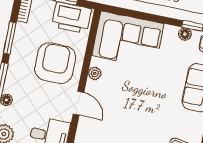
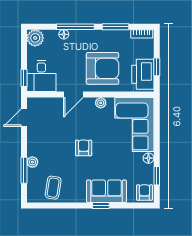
floor lamp: (185, 34) -> (148, 158), moved
armchair: (143, 104) -> (84, 148), added

